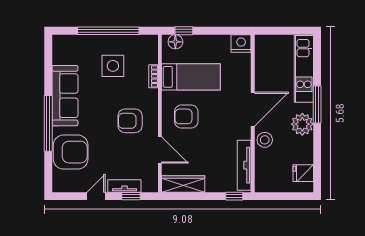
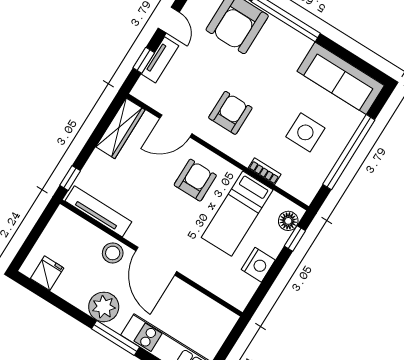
nightstand: (241, 43) -> (258, 265), moved
sofa: (65, 96) -> (341, 78), moved

